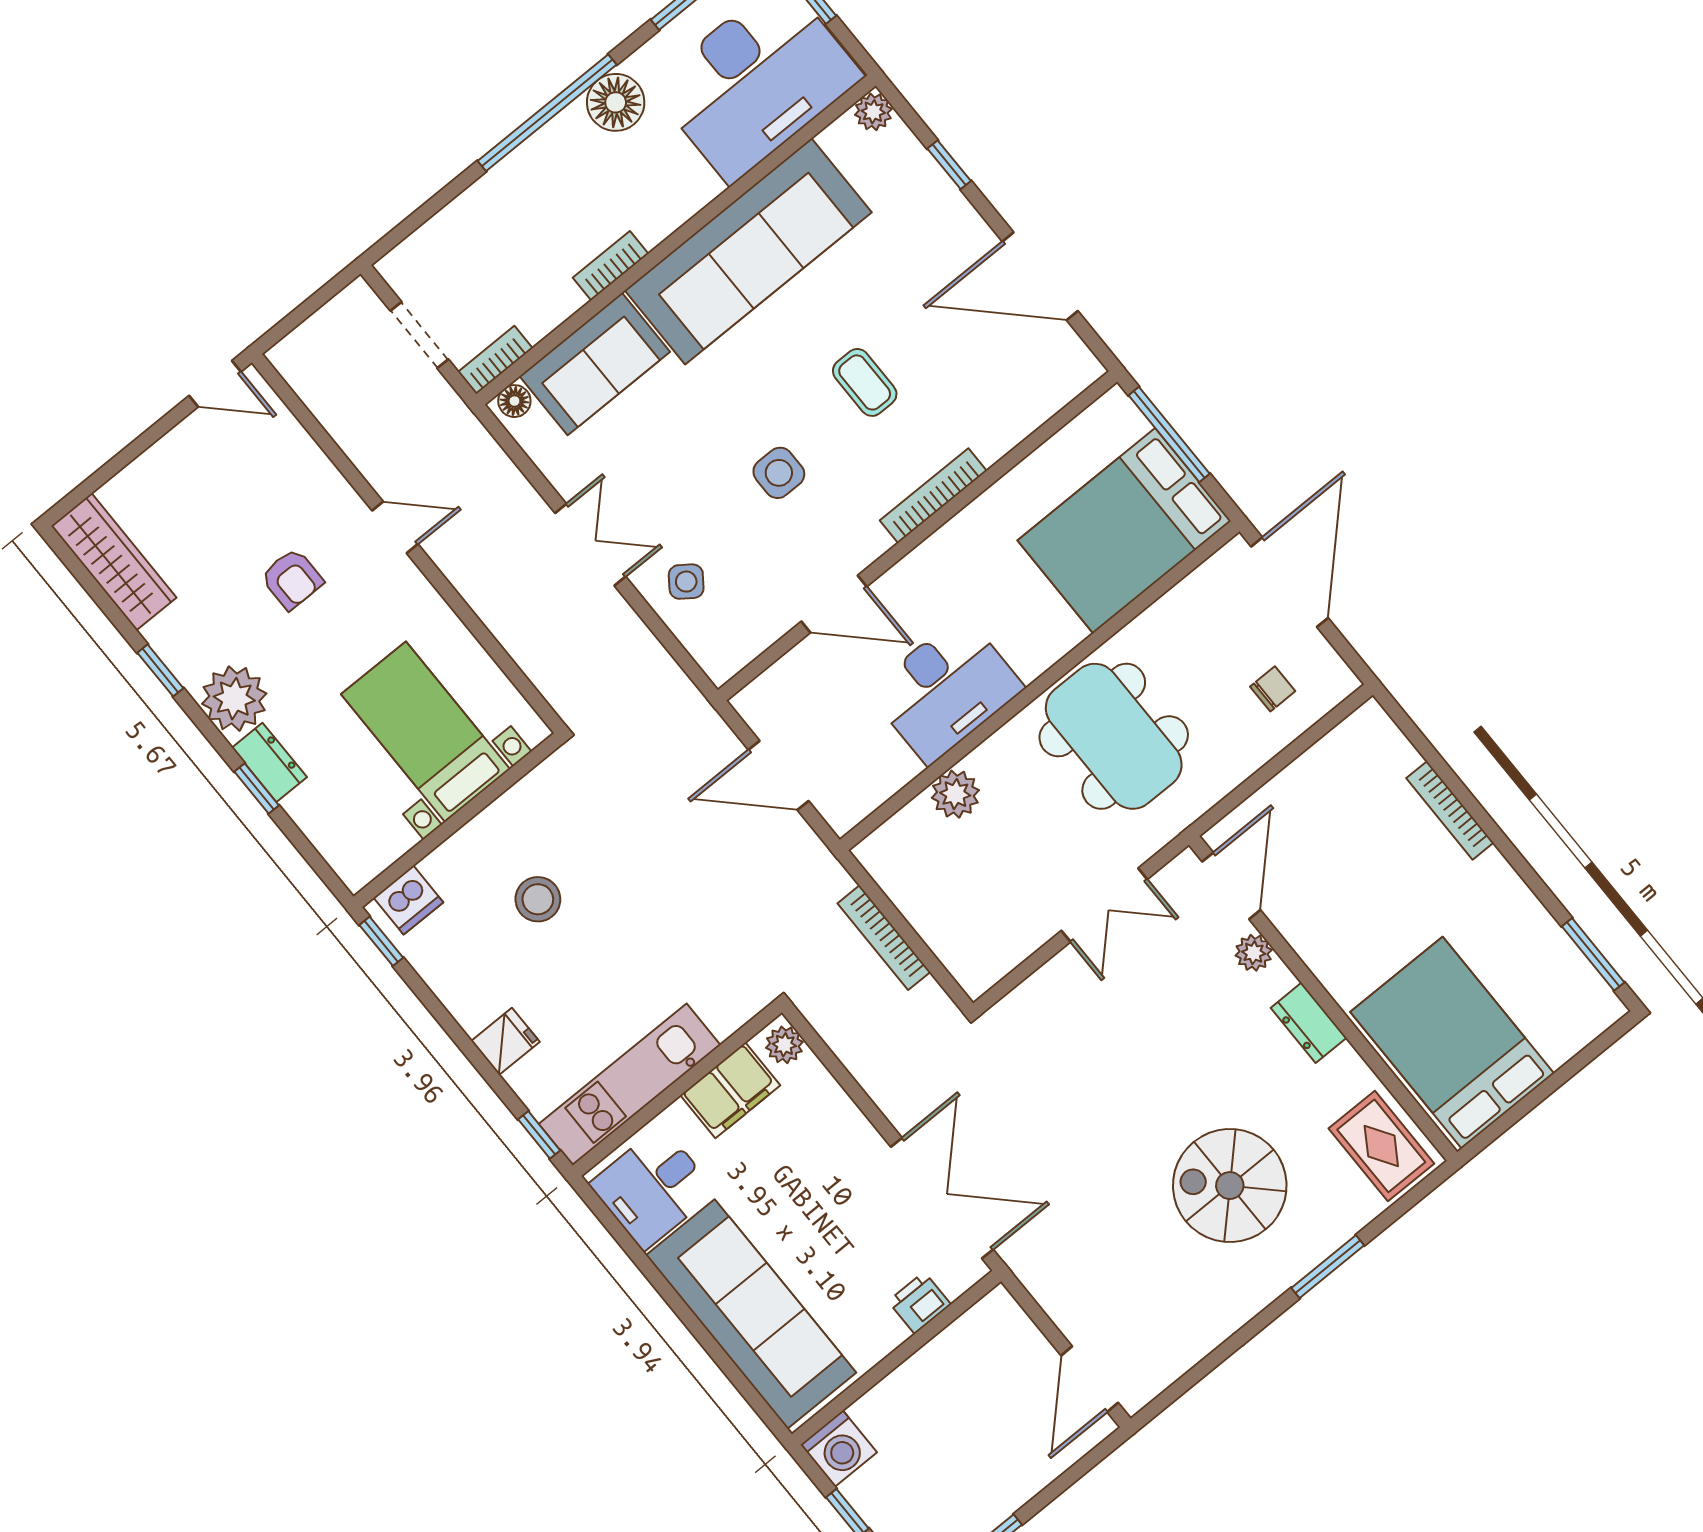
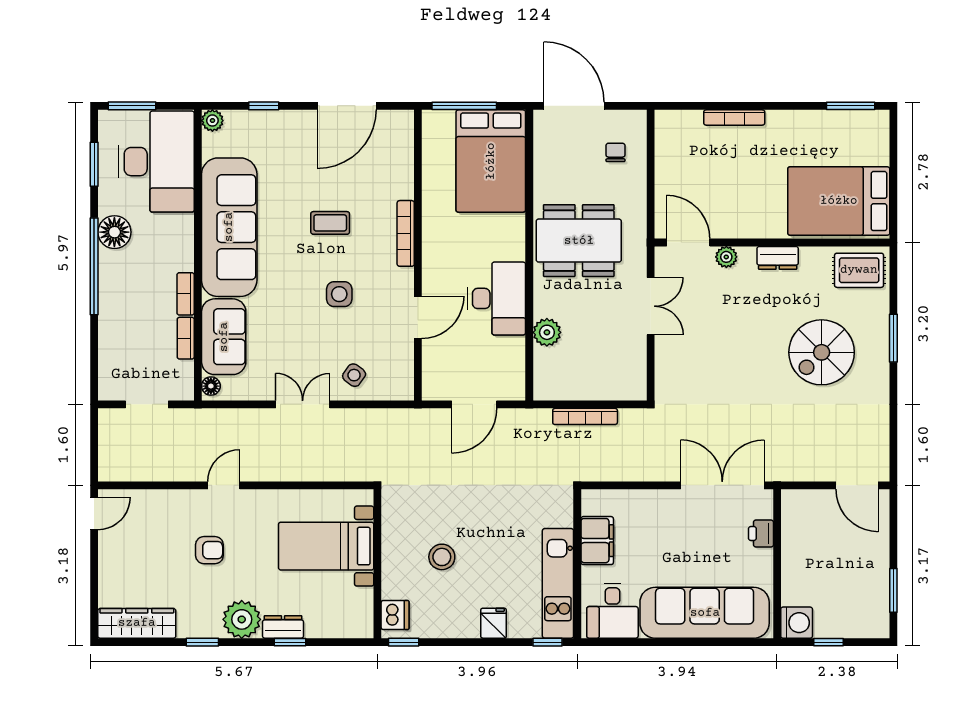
bookcase: (495, 360) -> (186, 338), moved
plant: (784, 1045) -> (597, 500), removed

